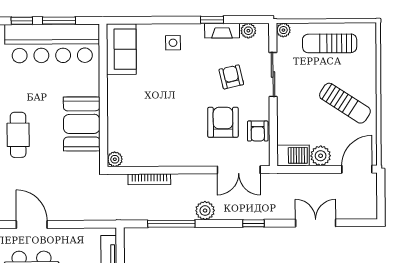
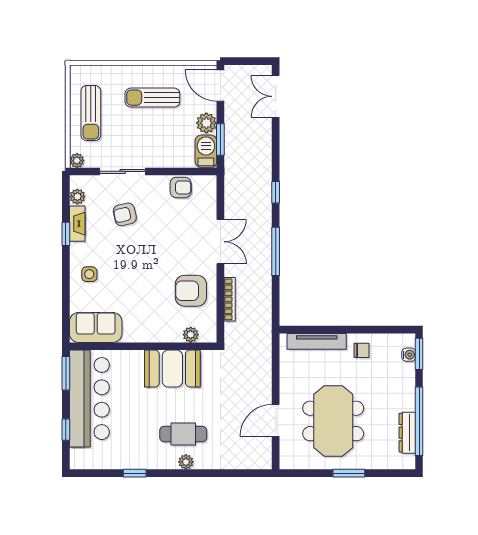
window: (59, 21) -> (66, 373), moved
sun lounger: (345, 103) -> (152, 98), turned -123
armchair: (223, 122) -> (191, 291), moved
plant: (115, 159) -> (191, 335), moved
window: (304, 169) -> (220, 140), added
double door: (239, 170) -> (220, 242), moved
plant: (205, 211) -> (262, 242), removed
double door: (316, 223) -> (276, 96), moved
window: (171, 224) -> (276, 251), moved

